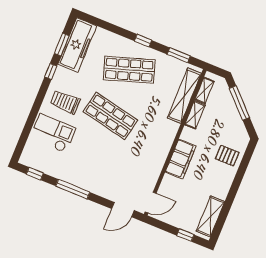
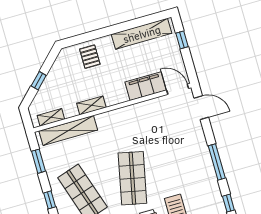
window: (239, 103) -> (39, 81), width x0.46
shelving: (195, 115) -> (91, 105), moved
filing cabinet: (181, 159) -> (146, 86), moved
shelving: (211, 216) -> (142, 34), width x1.47

